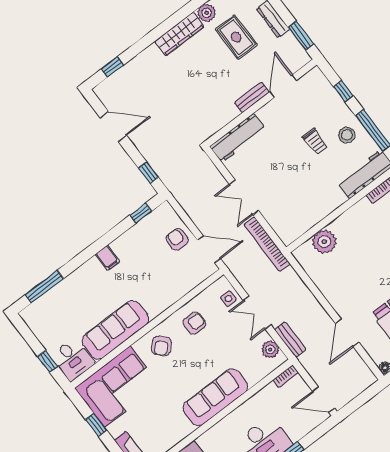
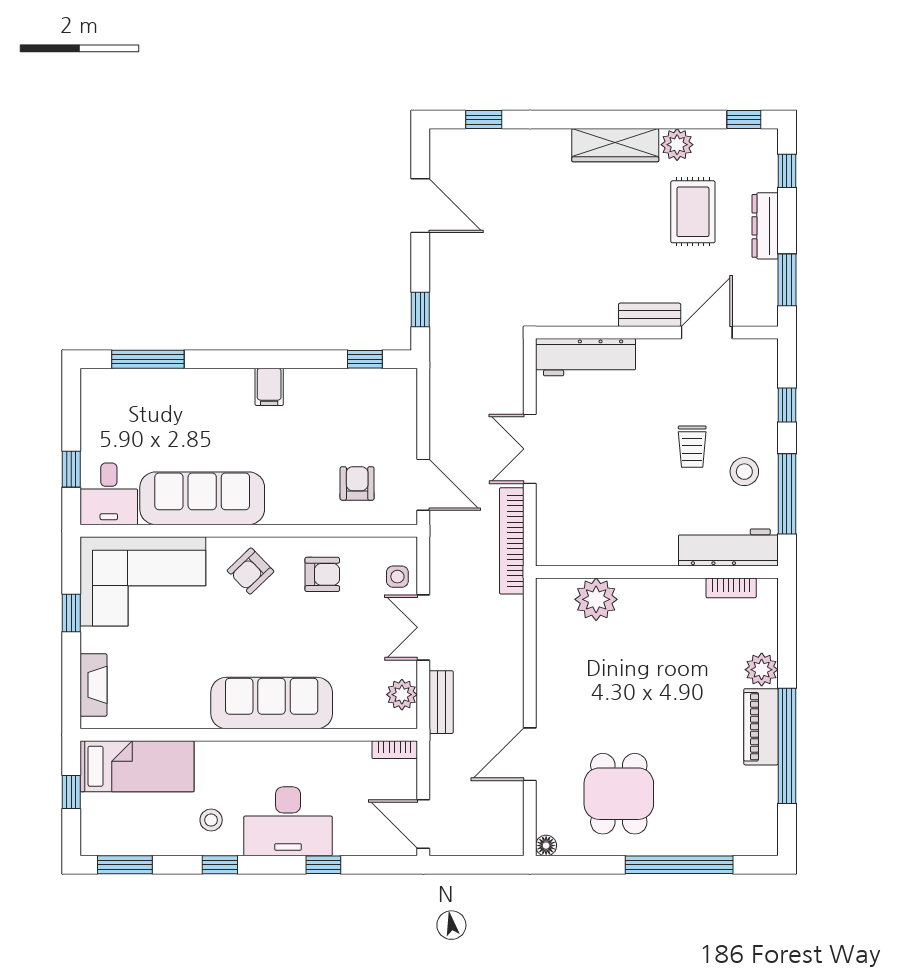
armchair: (177, 239) -> (357, 483), moved

